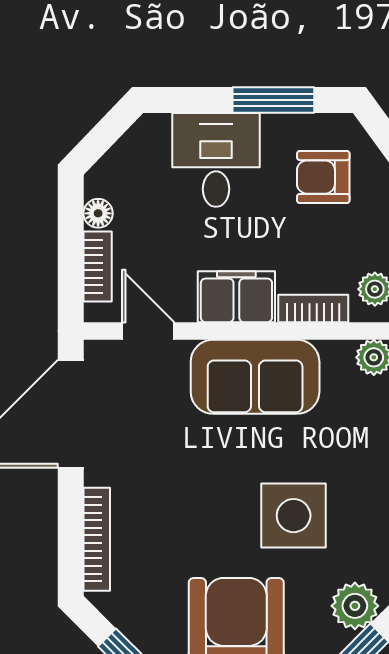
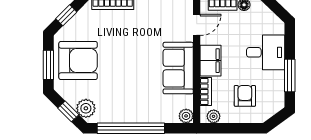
armchair: (323, 177) -> (245, 96), moved
side table: (294, 516) -> (122, 84), removed

